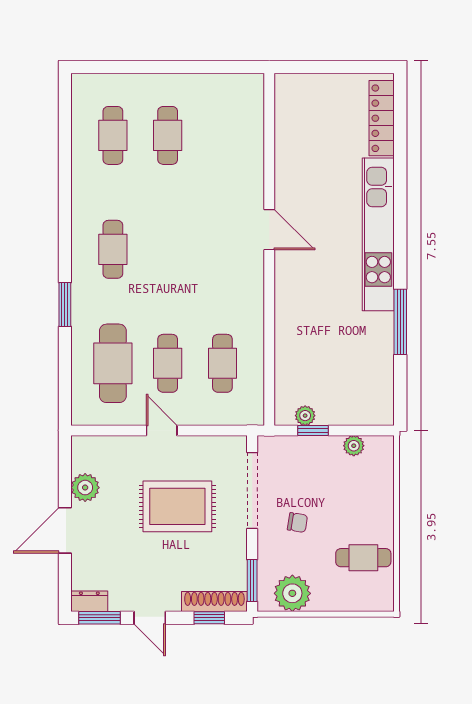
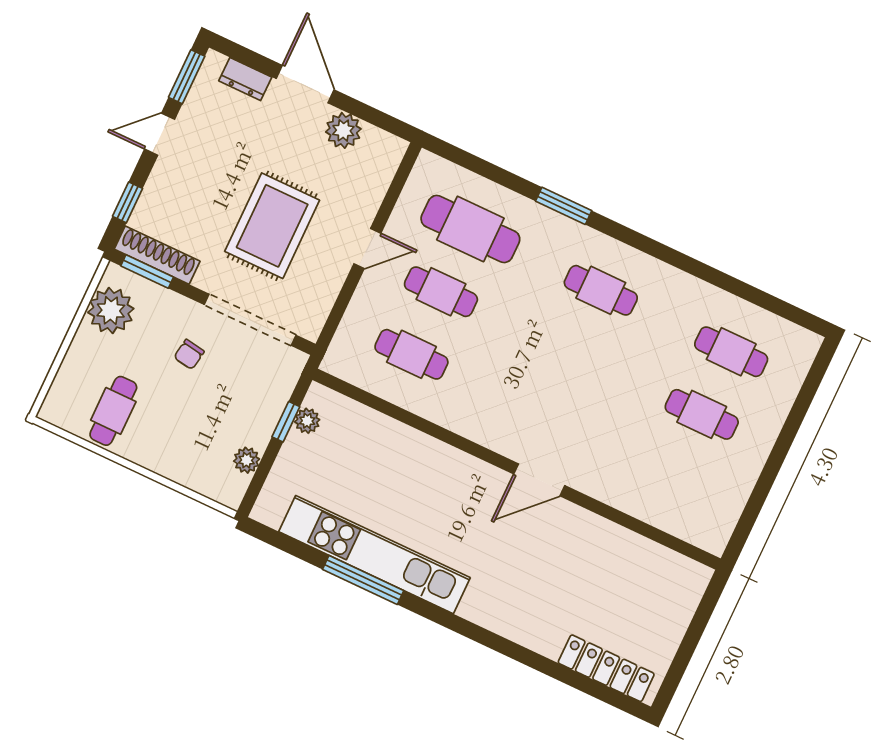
kitchen unit: (378, 234) -> (374, 555), moved
dresser: (89, 601) -> (245, 79), moved, turned 90
shoe rack: (214, 601) -> (157, 255), moved, turned -90

